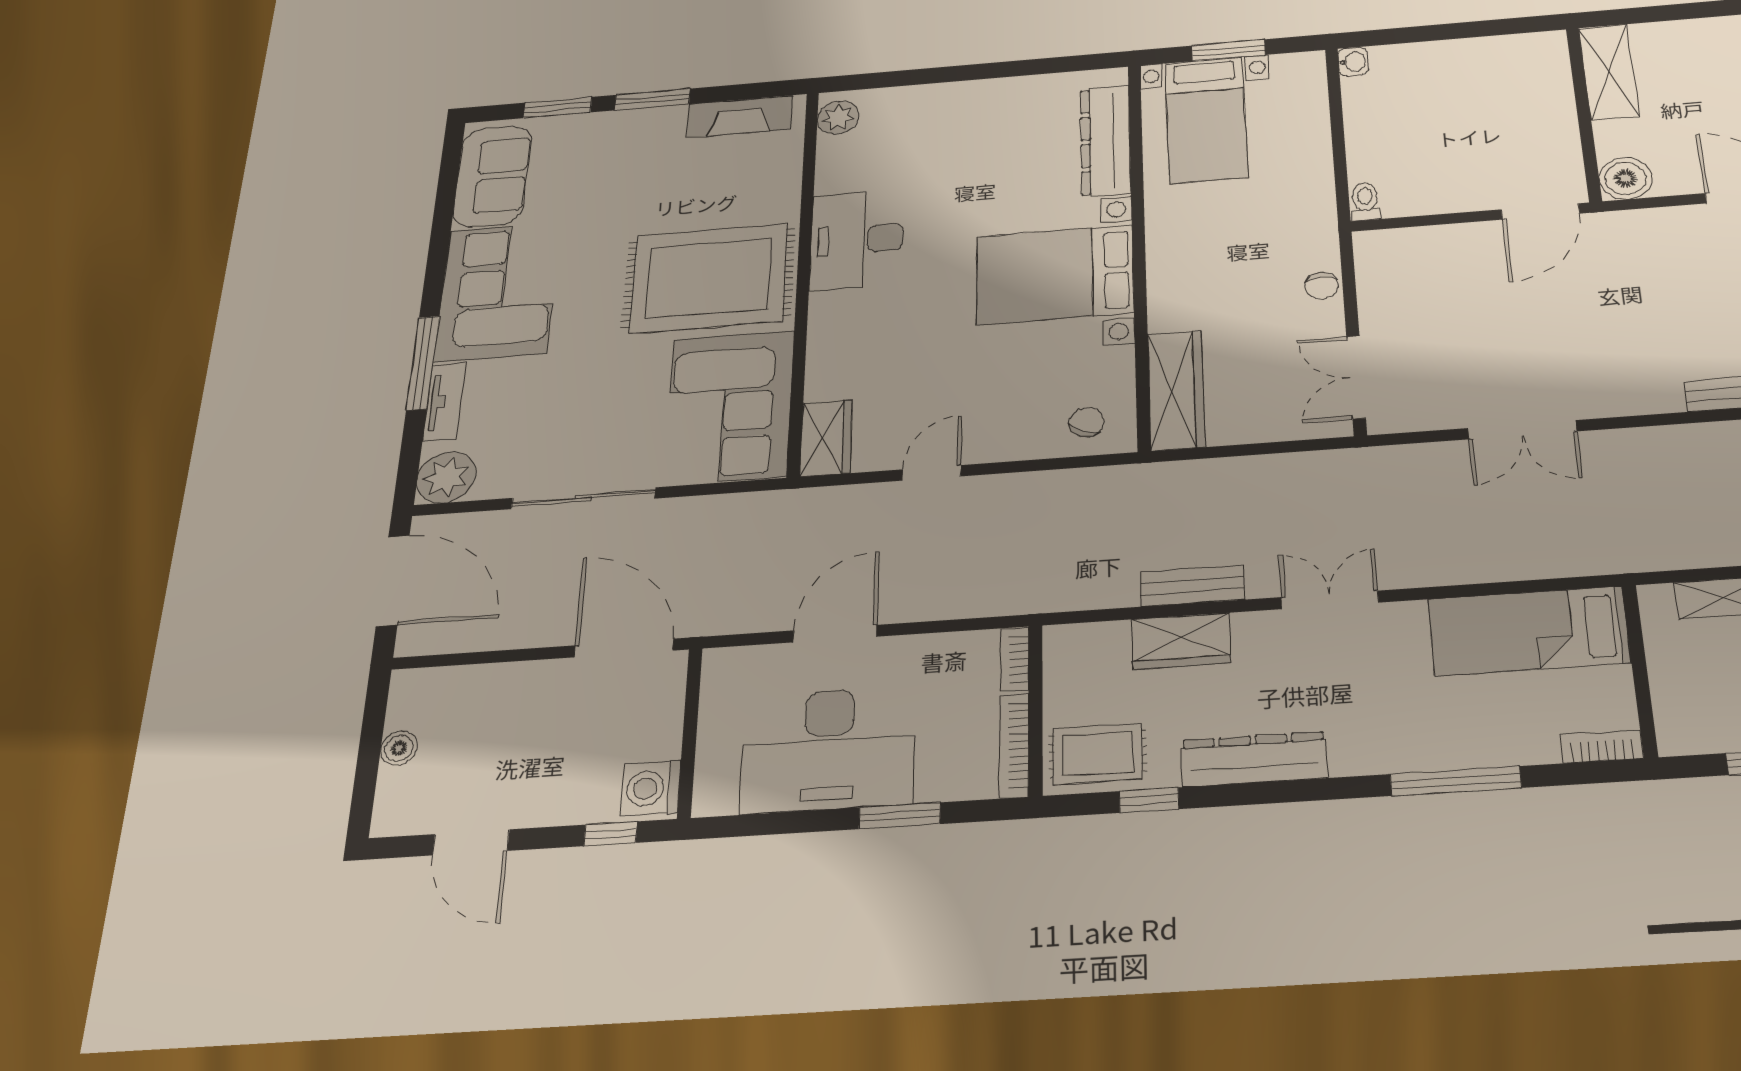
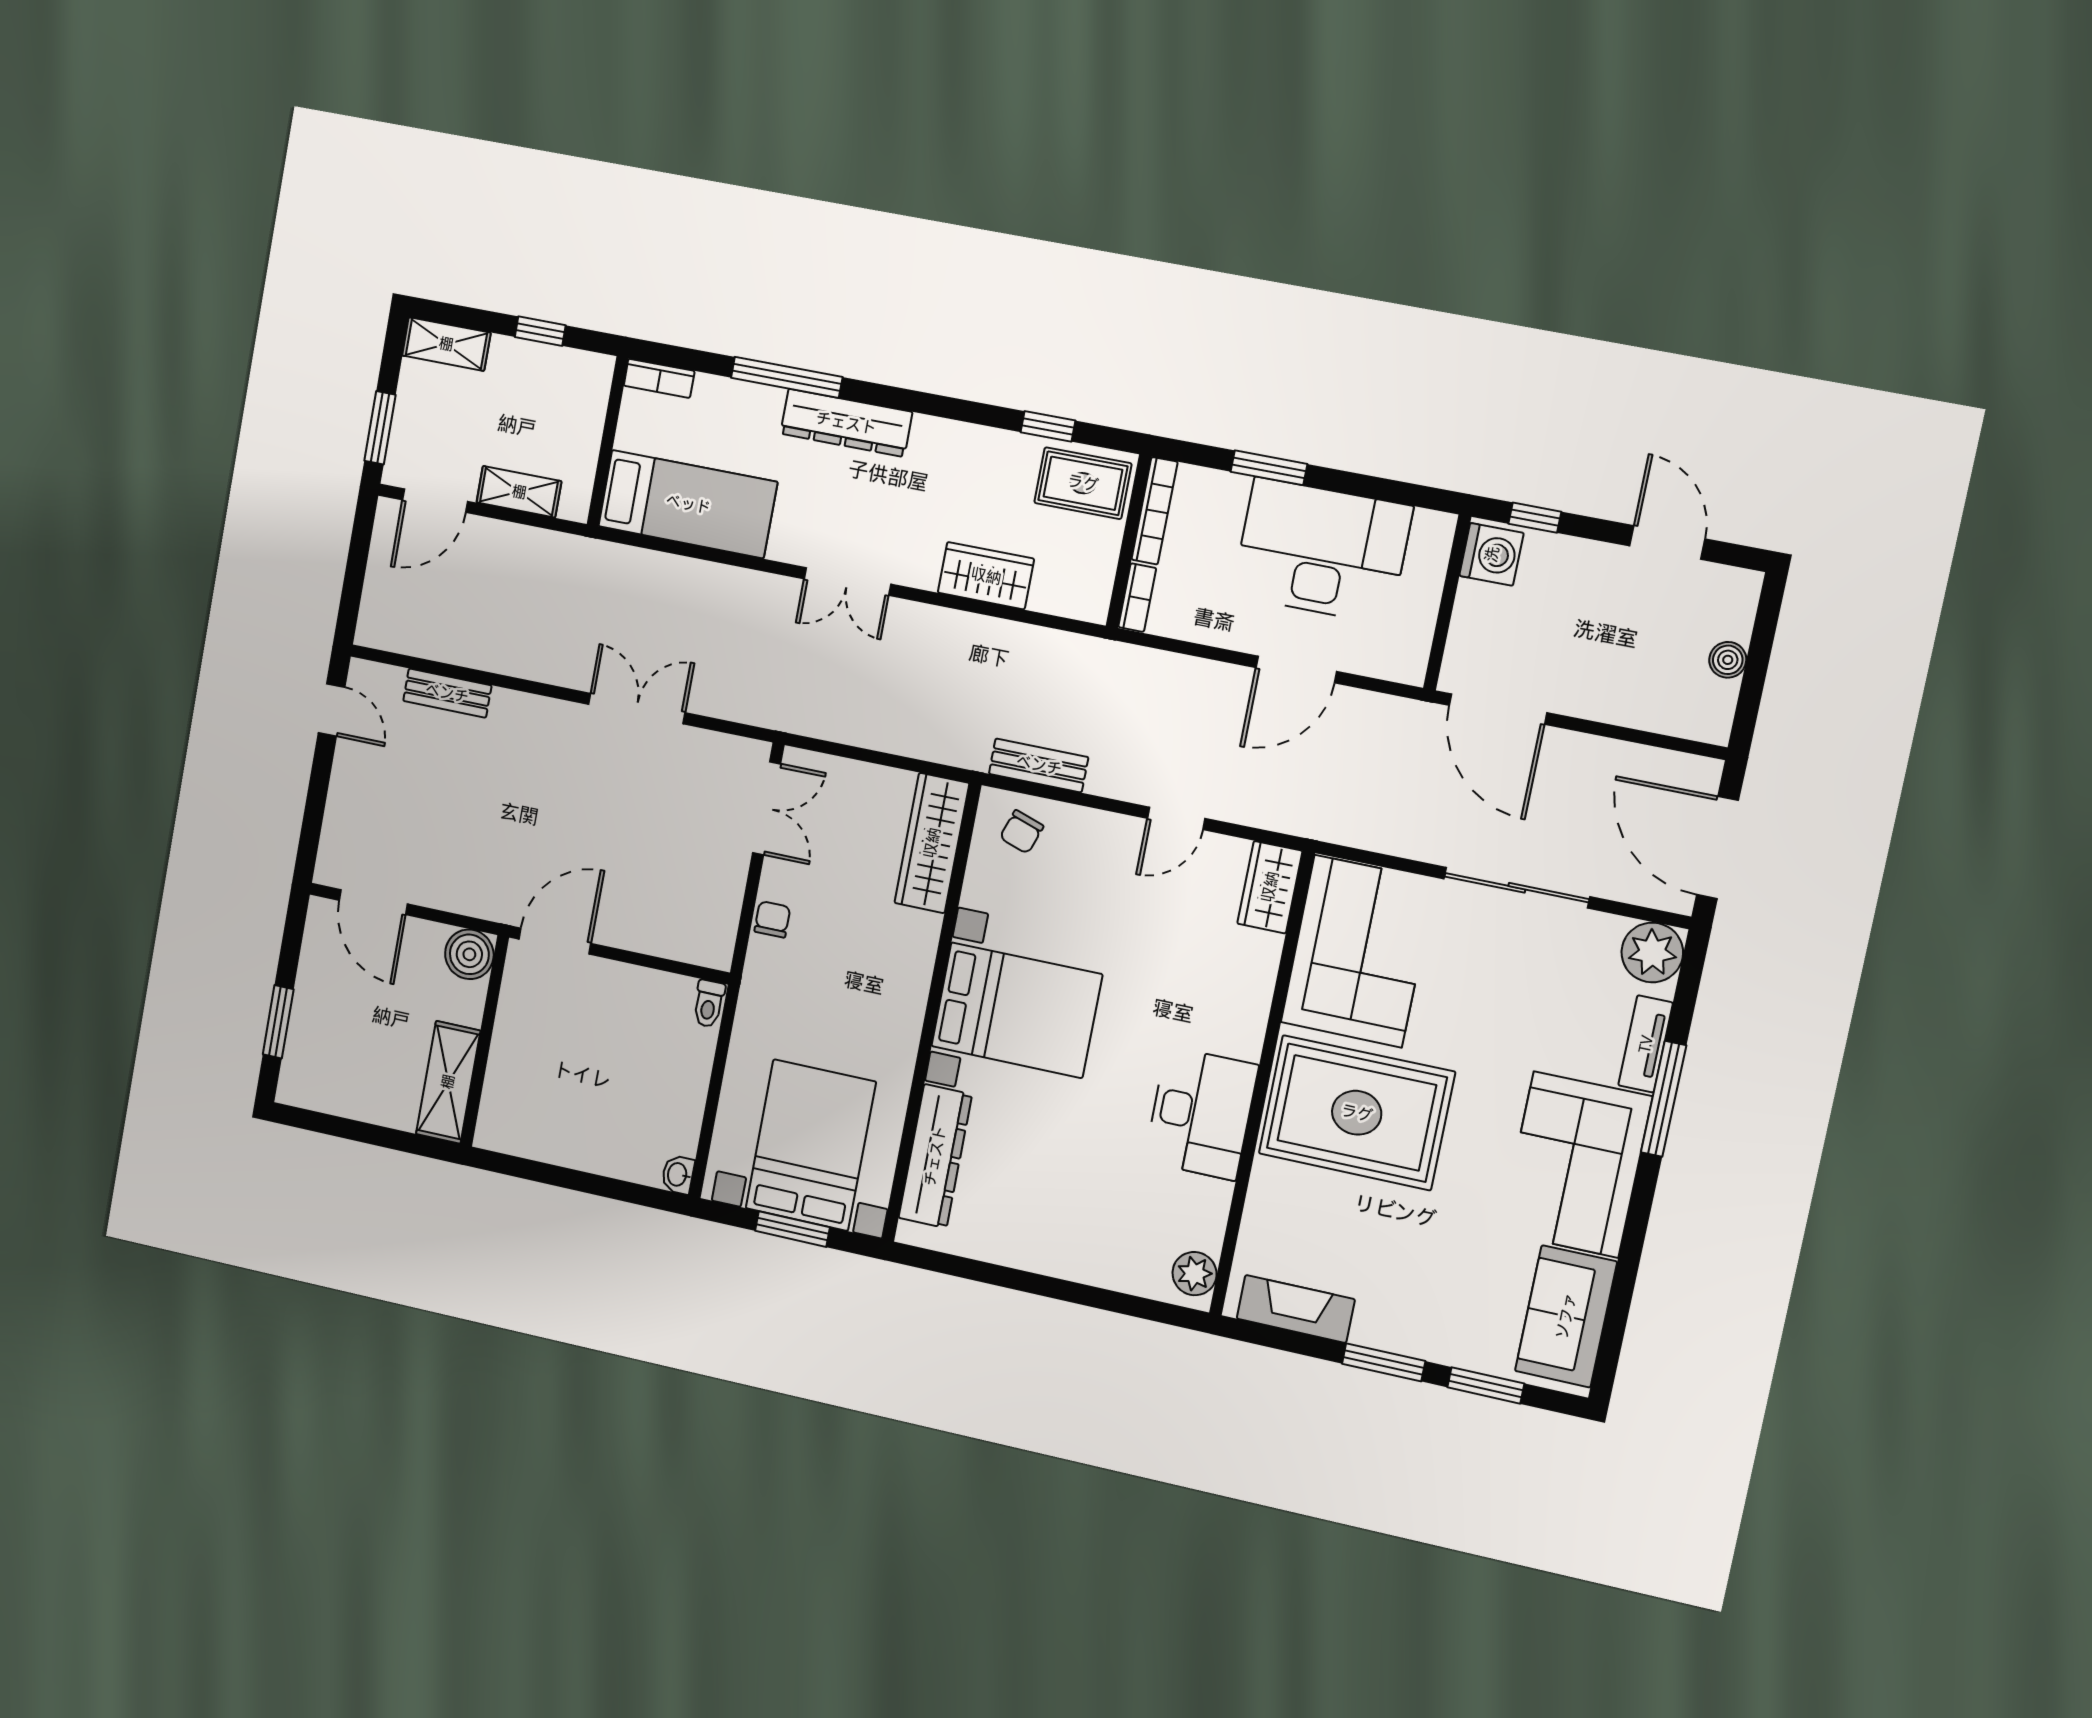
bed with nightstands: (1206, 120) -> (811, 1145), width x1.36
bench: (1192, 586) -> (1039, 765), moved
dresser: (1254, 759) -> (846, 423), moved

